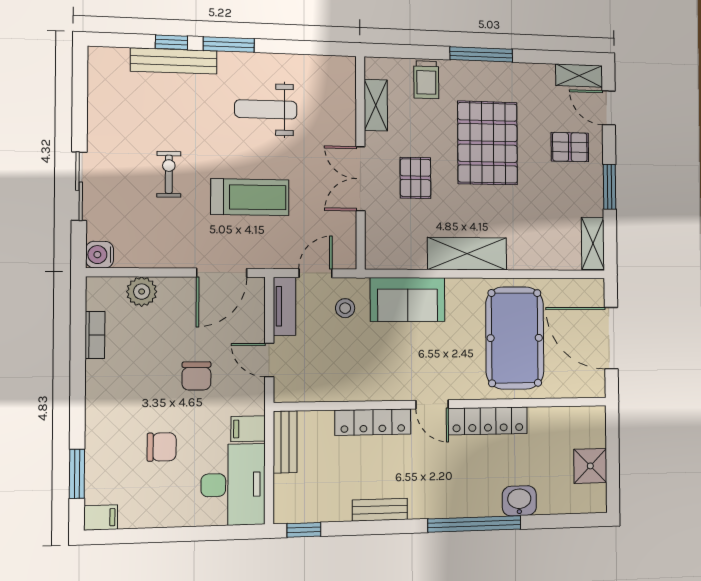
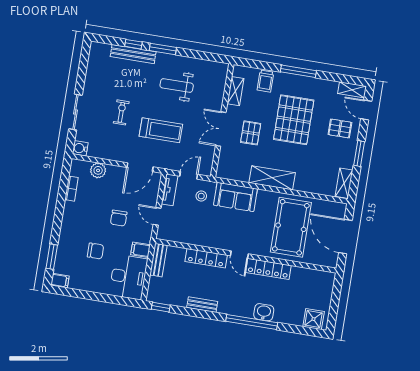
shower: (590, 466) -> (314, 319), moved
washbasin: (519, 501) -> (264, 312), moved

